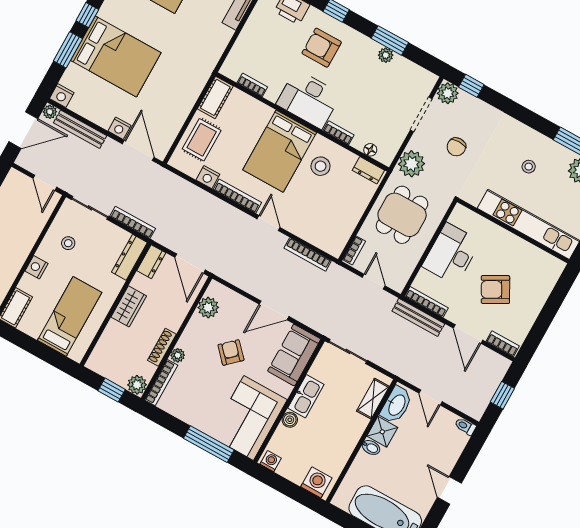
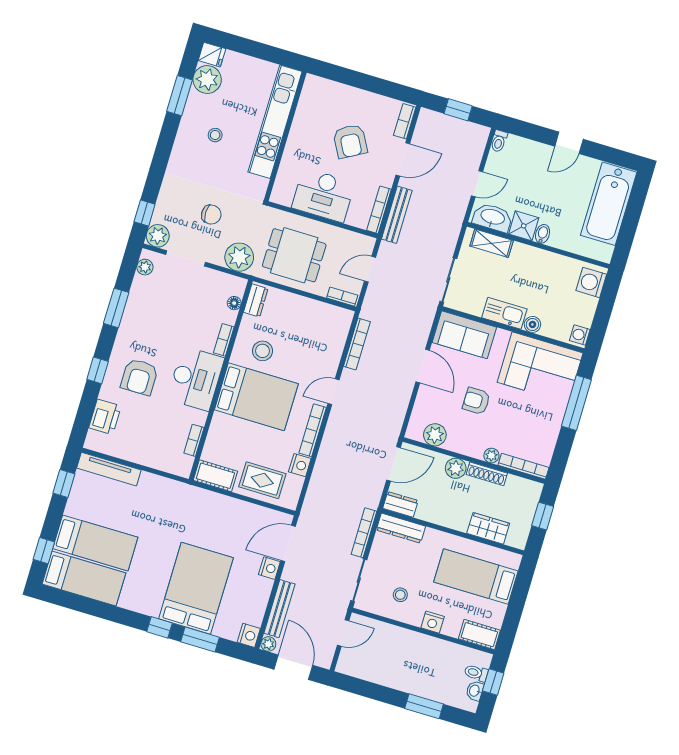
plant: (386, 55) -> (145, 267), moved
wardrobe: (129, 306) -> (488, 528), moved
armchair: (231, 352) -> (476, 401), turned 43
plant: (137, 385) -> (456, 468), moved

